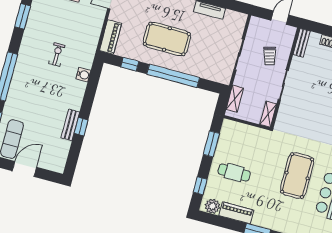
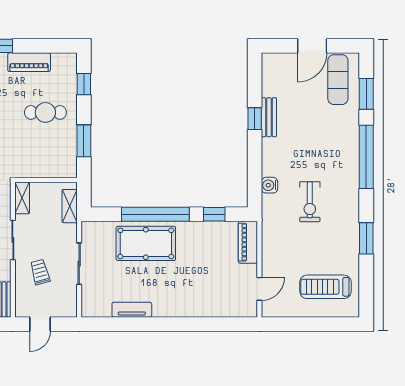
pool table: (167, 39) -> (146, 243), moved
exercise bike: (57, 54) -> (310, 202), width x1.38, depth x1.39
plant: (212, 206) -> (61, 62), removed

